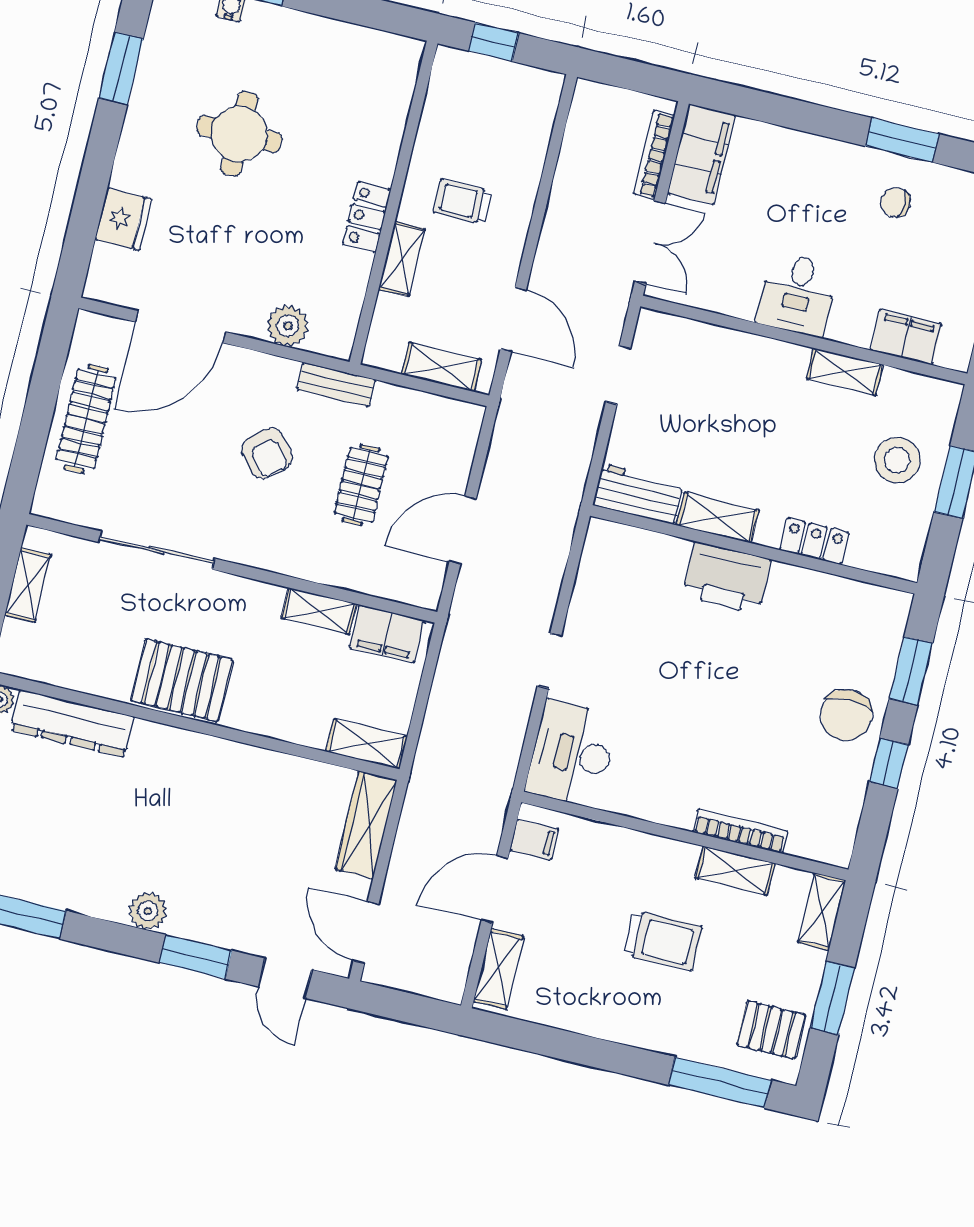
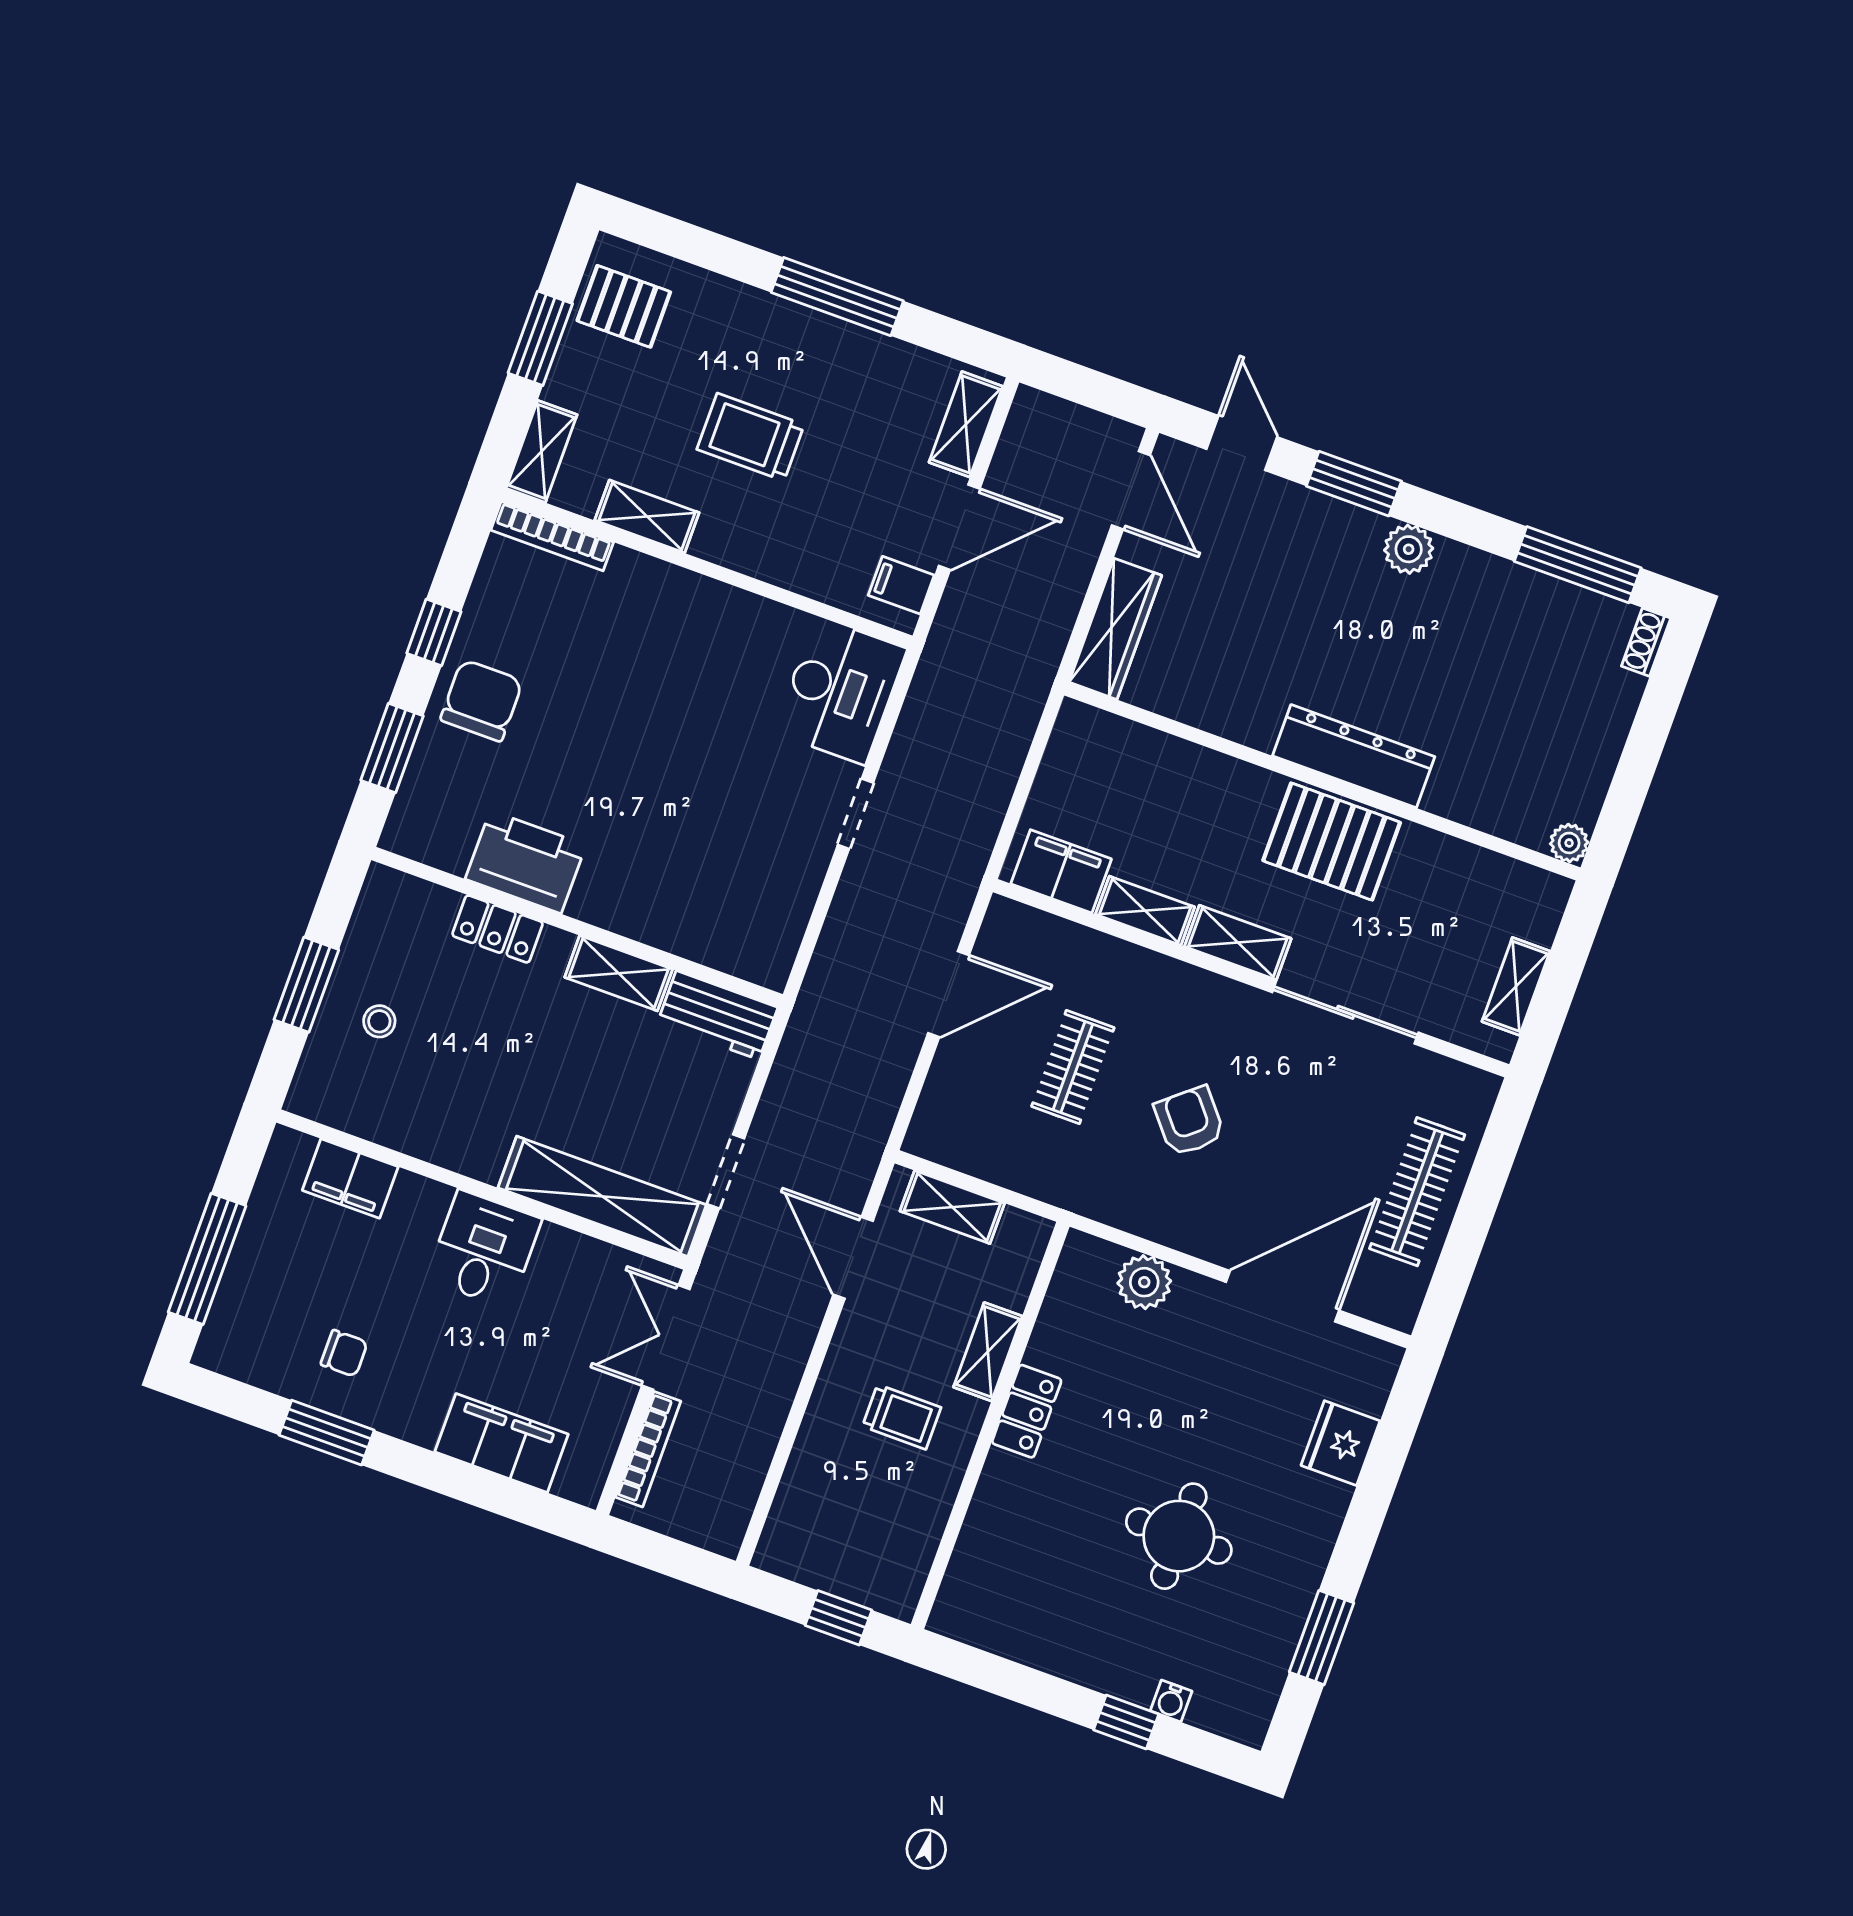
filing cabinet: (701, 154) -> (502, 1443), moved, turned 90
shelving: (845, 372) -> (602, 1196), moved, width x2.20, depth x1.33
bench: (336, 384) -> (1091, 1200), removed
stool: (897, 460) -> (379, 1021), width x0.53, depth x0.53
printer: (727, 578) -> (526, 862), moved
dresser: (73, 724) -> (1354, 756), moved
shelving: (367, 744) -> (1238, 943), moved
bookcase: (740, 831) -> (552, 536), moved
window: (720, 1083) -> (837, 297), moved

